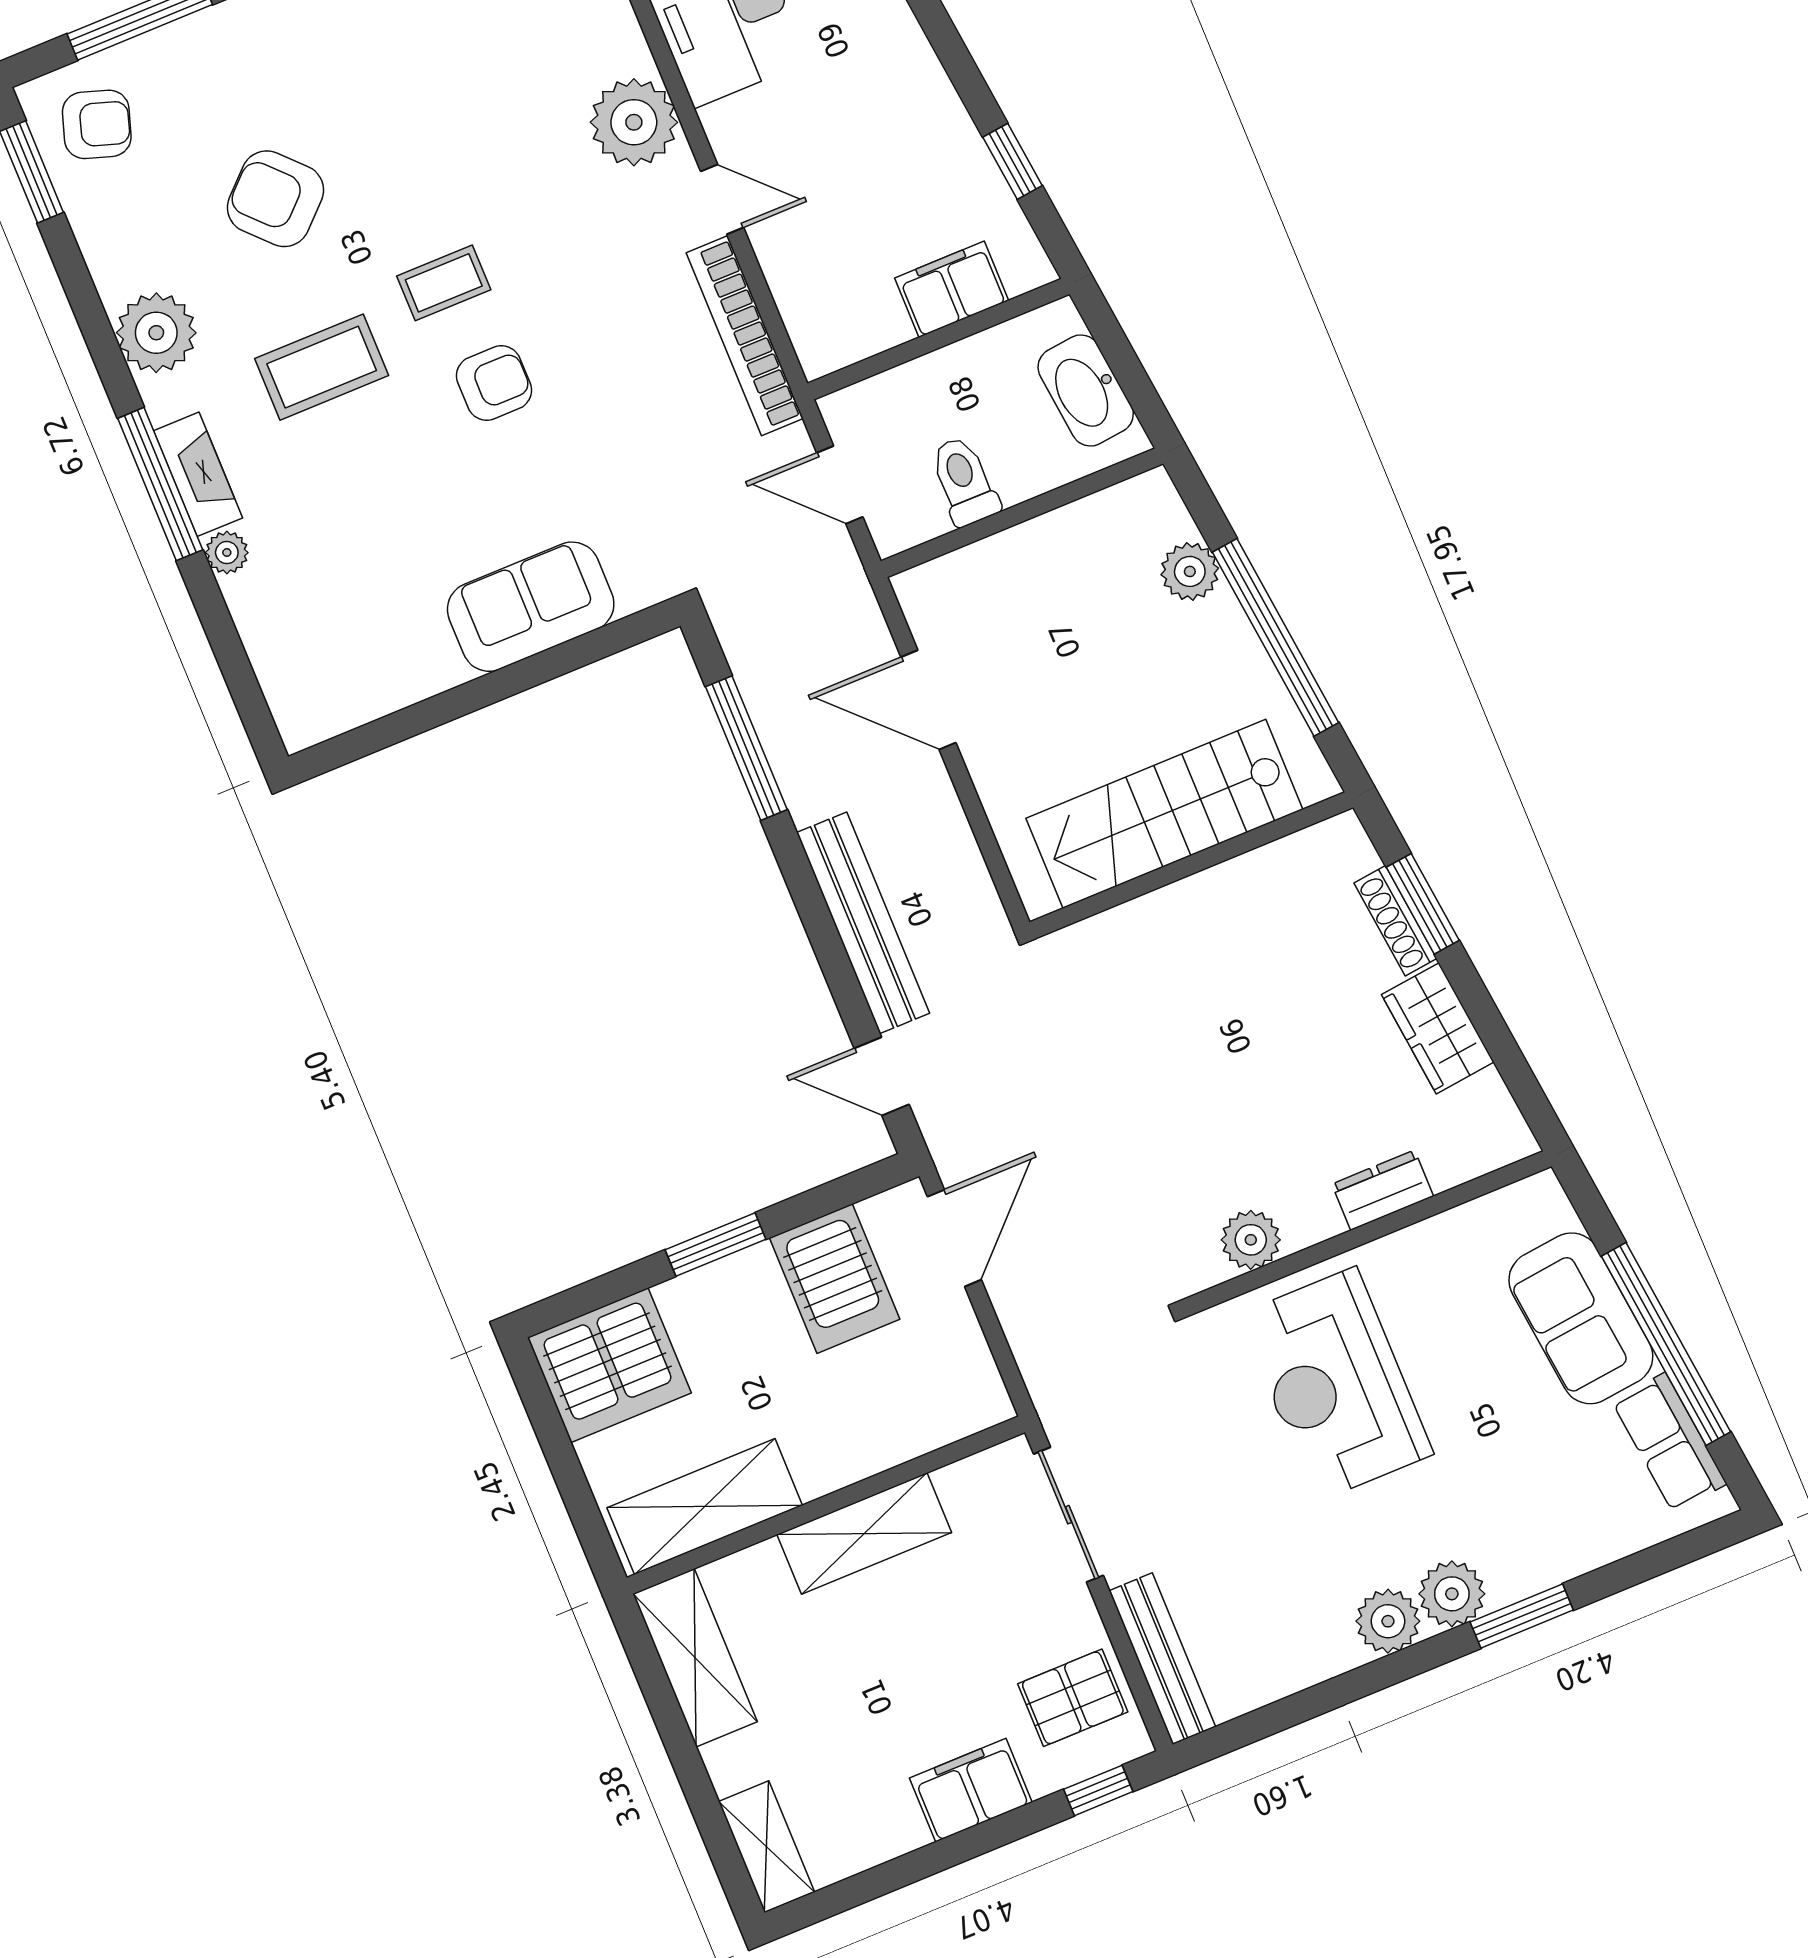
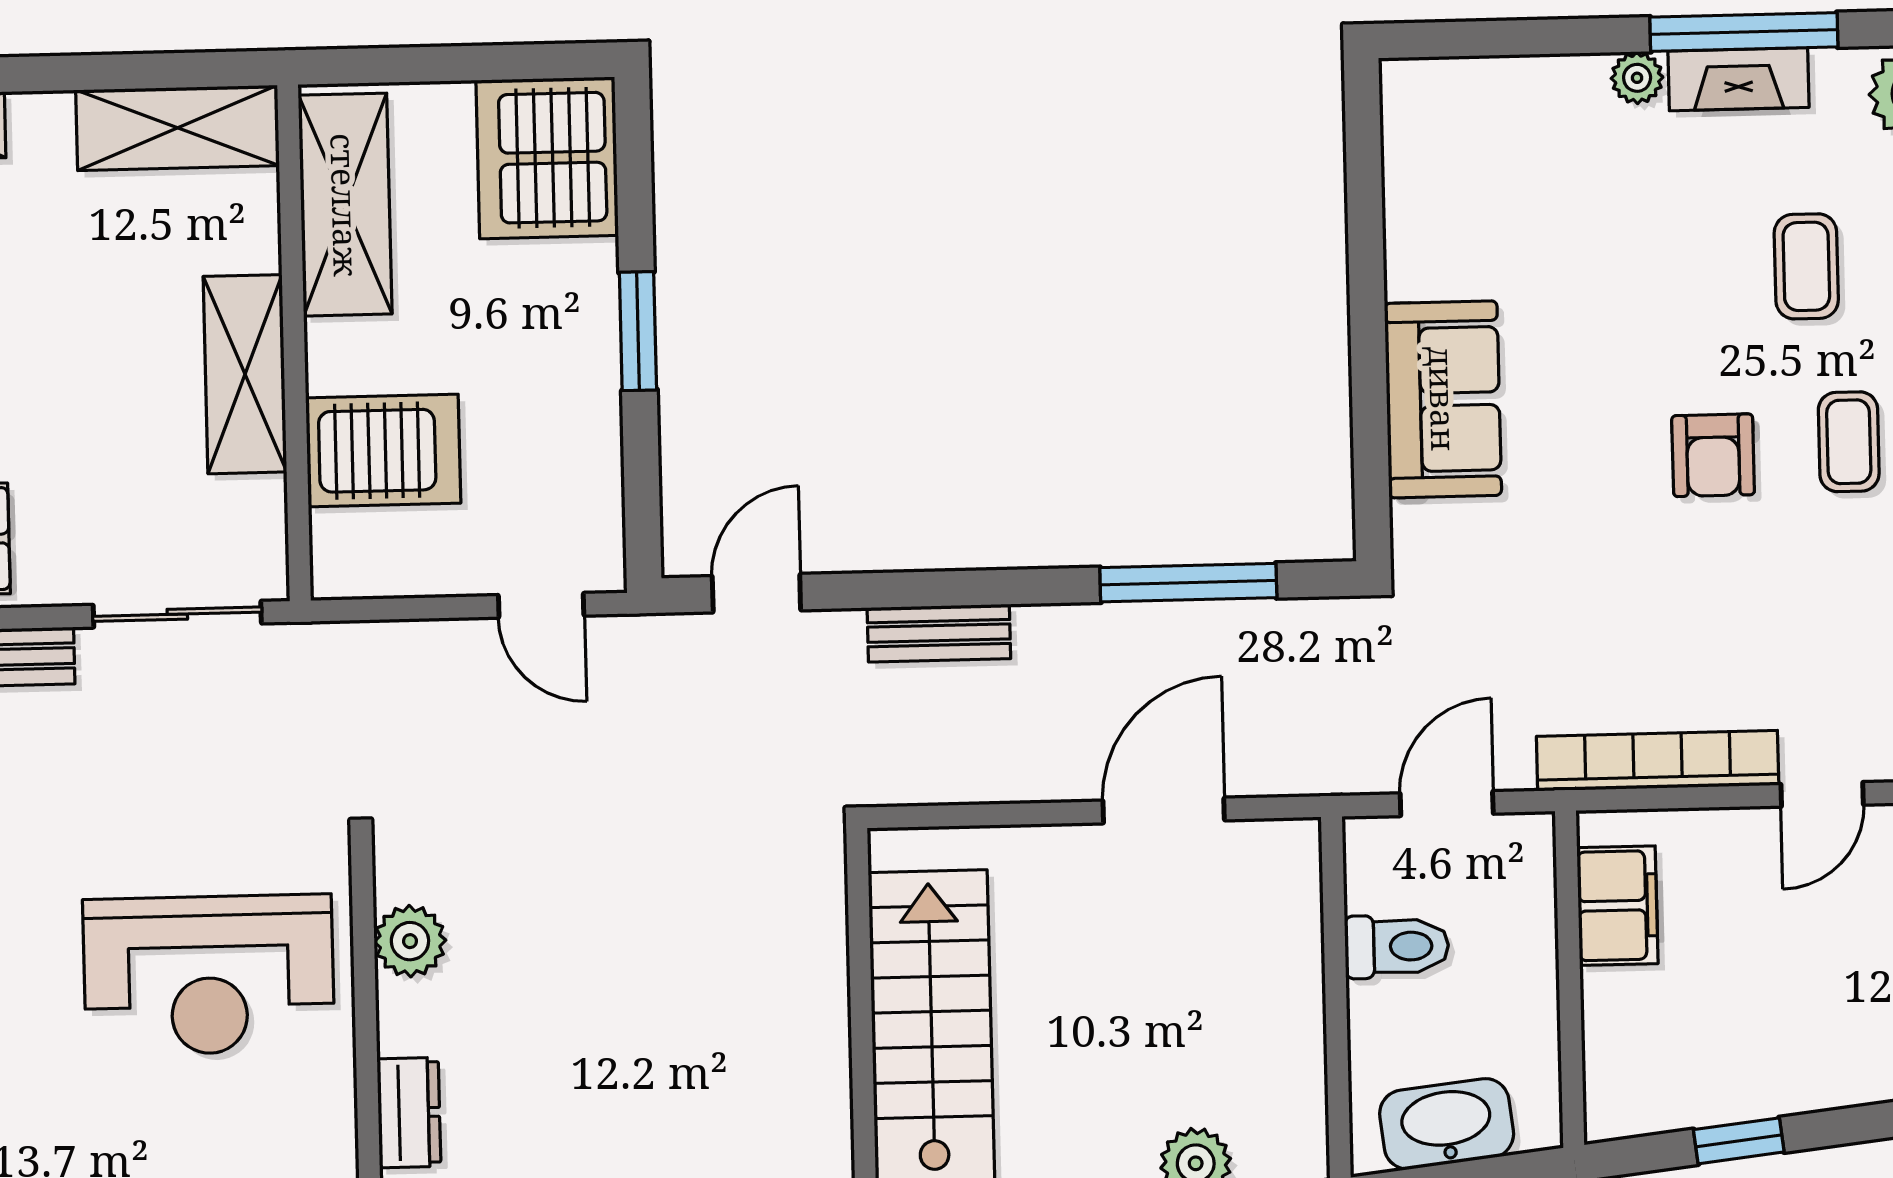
filing cabinet: (952, 289) -> (1617, 906), moved
coffee table: (322, 367) -> (1806, 266), width x0.73, depth x0.77
bench: (863, 923) -> (939, 633), width x0.54, depth x0.82
door: (954, 1238) -> (541, 605), width x0.73
server rack: (835, 1279) -> (383, 451), moved, turned 180
reception desk: (1336, 1384) -> (209, 975), turned 180

